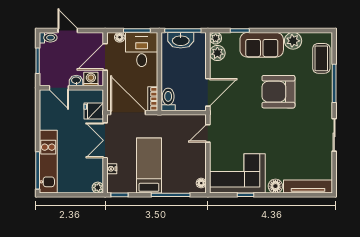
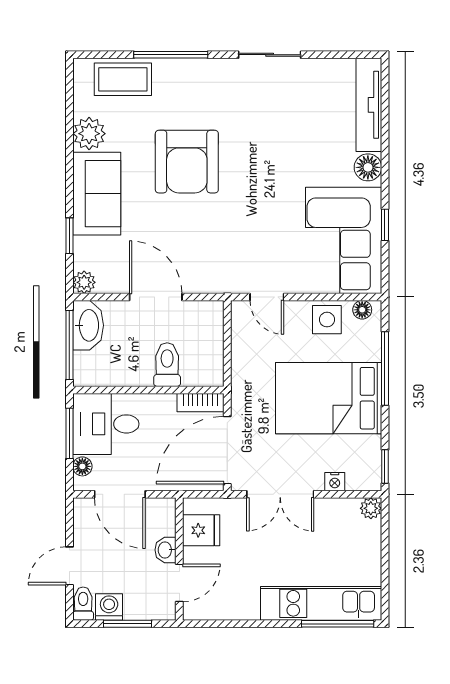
washbasin: (181, 40) -> (88, 325), moved
plant: (217, 53) -> (113, 279), removed
washing machine: (91, 79) -> (109, 607), moved, turned 90
door: (208, 92) -> (156, 297), moved
toilet: (168, 100) -> (167, 365), moved, turned 90
fridge: (94, 111) -> (201, 530), moved, turned -90
side table: (196, 165) -> (327, 320), added
bed: (149, 166) -> (329, 398), width x1.50

